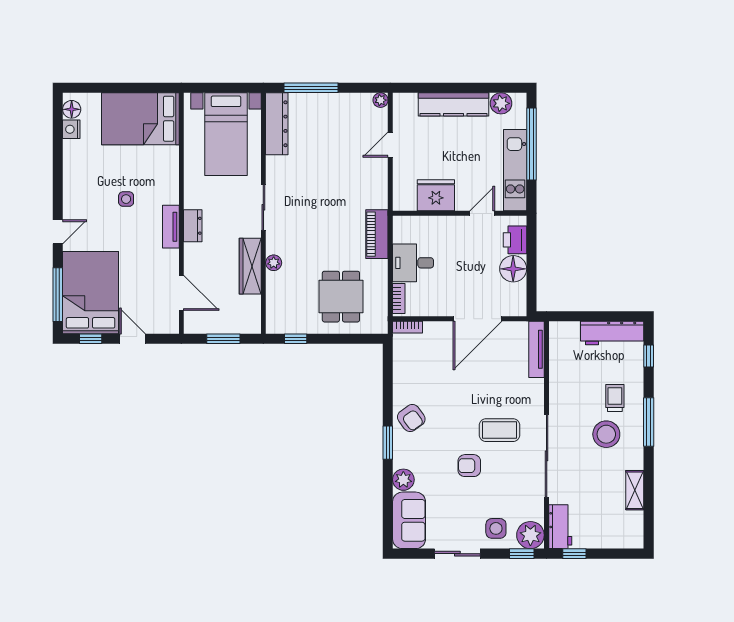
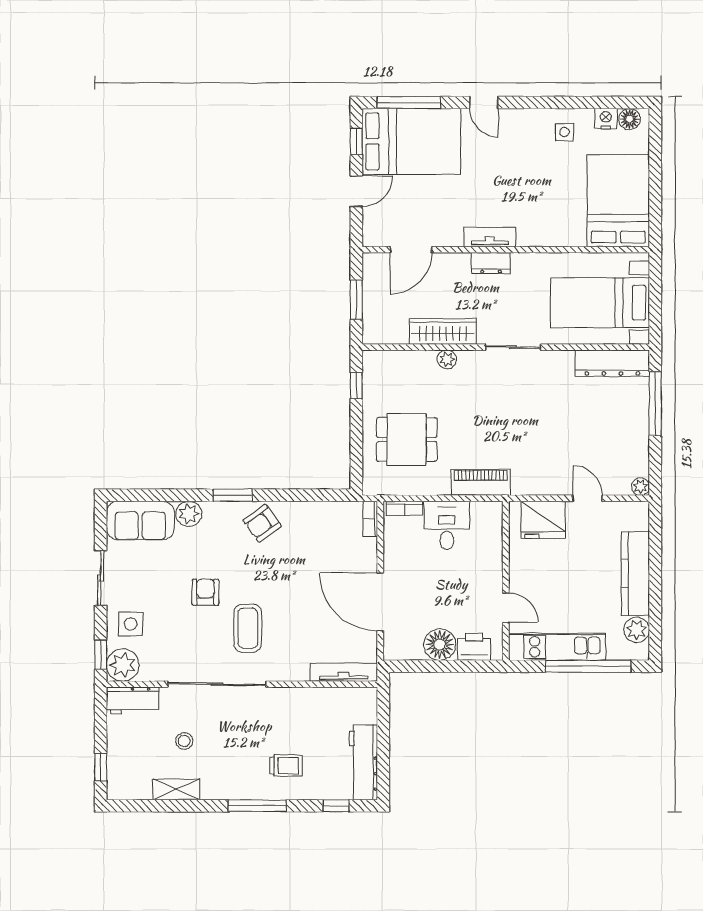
fridge: (436, 195) -> (543, 520), moved, turned 90
side table: (126, 199) -> (564, 132), moved
stool: (606, 434) -> (184, 741), moved, width x0.53, depth x0.53
window: (574, 554) -> (101, 767), moved

